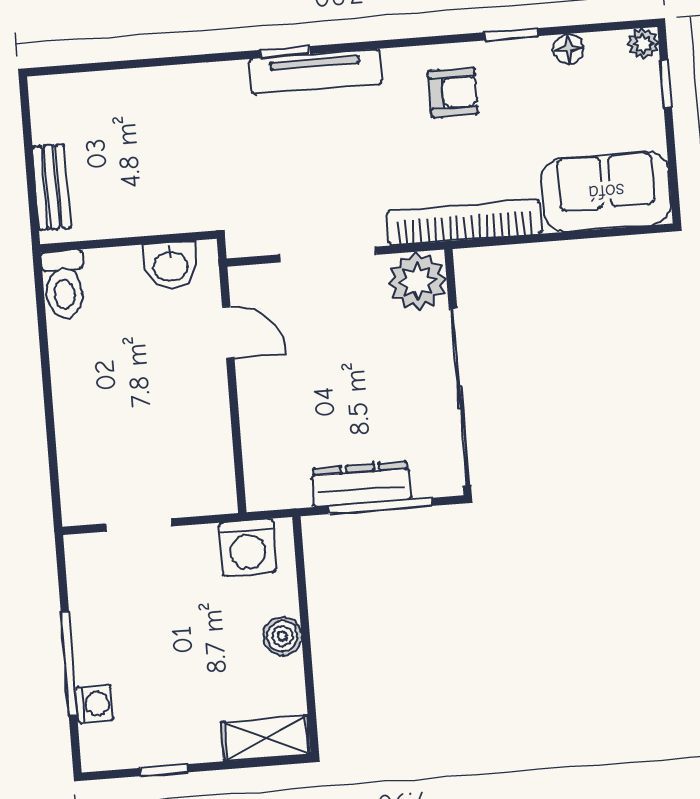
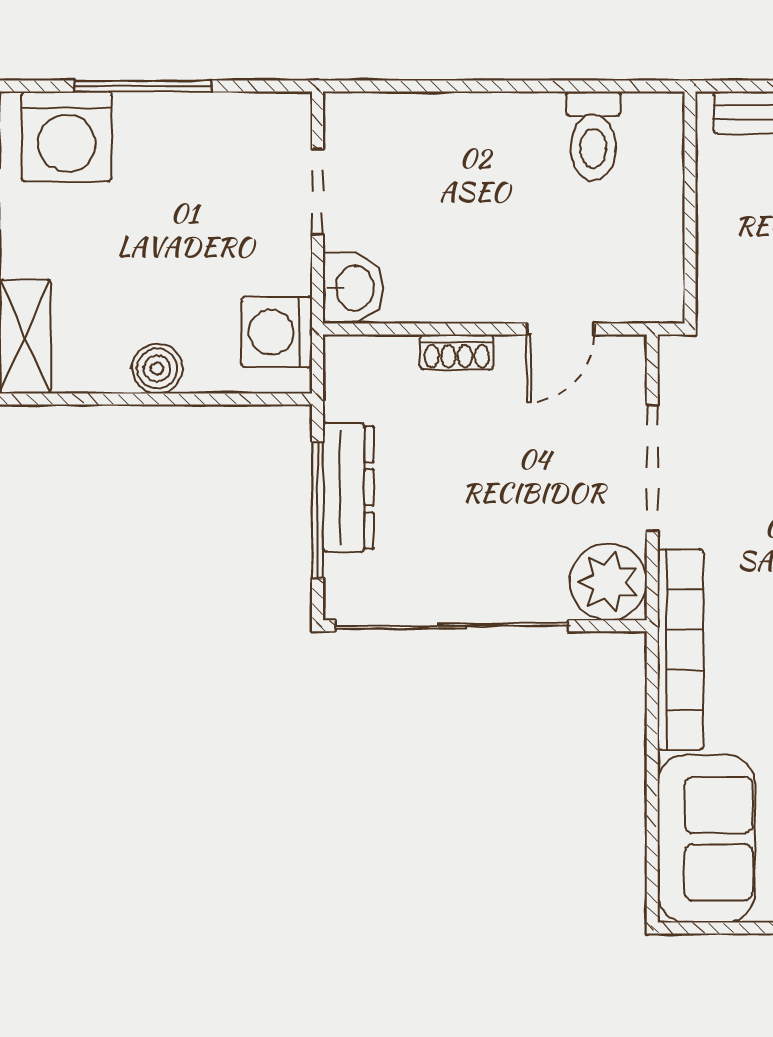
washbasin: (170, 265) -> (353, 288), moved, turned 180
toilet: (64, 285) -> (593, 136), moved, turned -90
shoe rack: (252, 410) -> (457, 352), added
washing machine: (94, 704) -> (67, 136), width x1.89, depth x1.89

